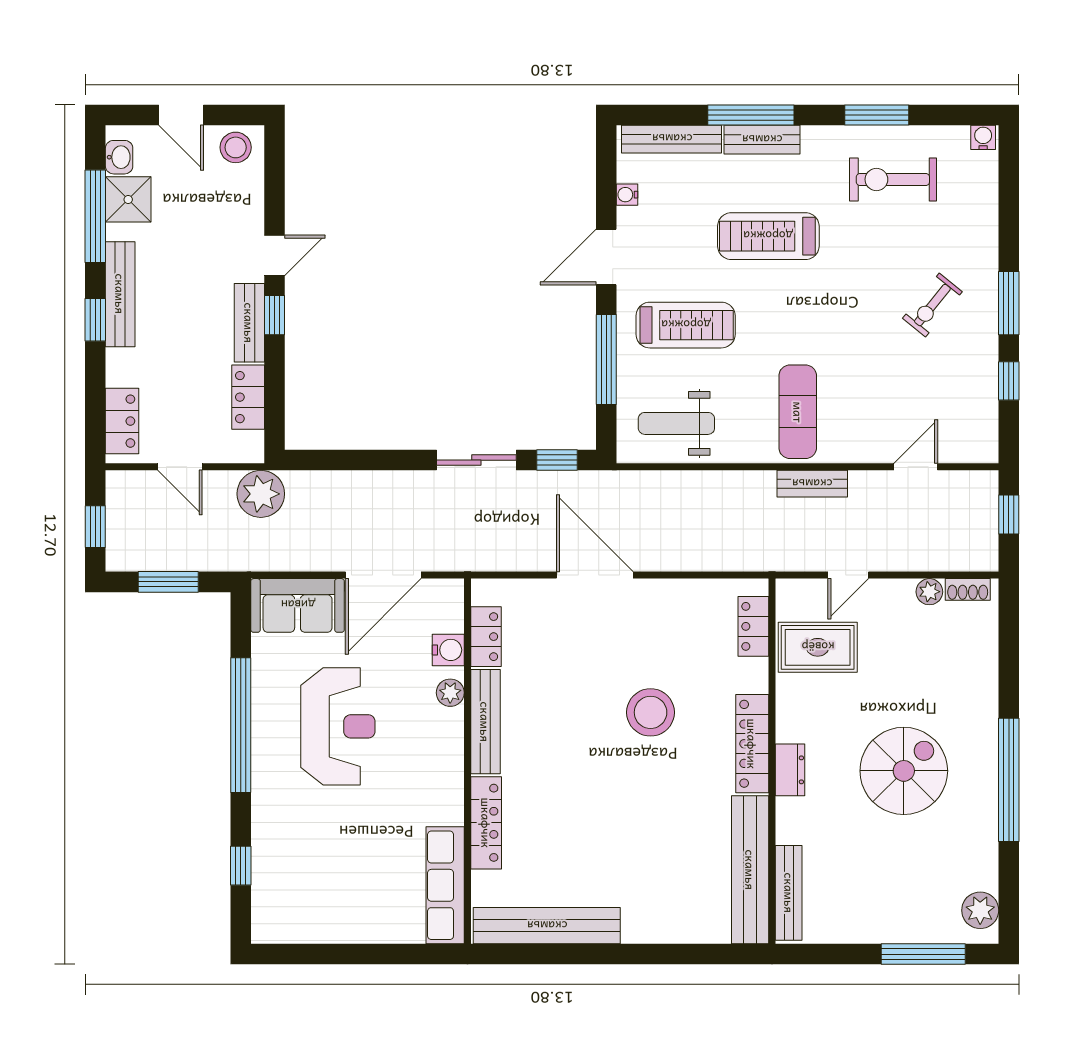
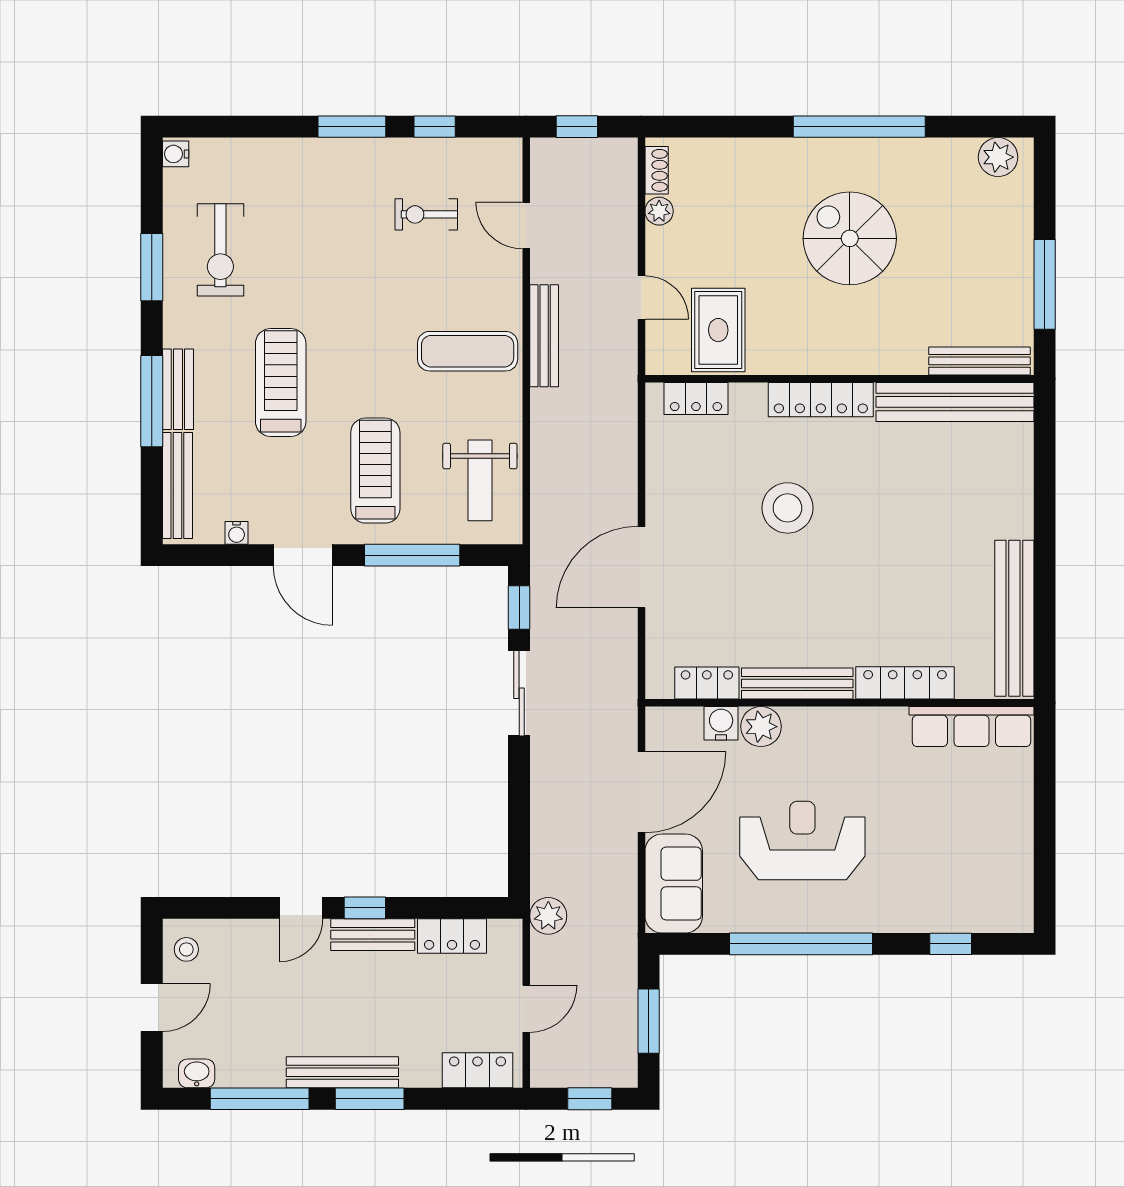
stool: (236, 147) -> (186, 949), width x0.73, depth x0.73
shower: (128, 199) -> (242, 1064), removed
treadmill: (768, 236) -> (281, 383), turned 180
door: (275, 255) -> (301, 908), swing flipped
exercise bike: (932, 305) -> (426, 214), moved, turned 141
window: (95, 320) -> (370, 1099), width x1.50
bench: (812, 484) -> (544, 336), width x1.36
plant: (261, 494) -> (548, 916), width x0.73, depth x0.73
door: (383, 575) -> (641, 792), hinge flipped
plant: (450, 693) -> (761, 727), width x1.38, depth x1.38
dresser: (790, 770) -> (849, 360), removed
window: (923, 954) -> (1045, 284), moved

